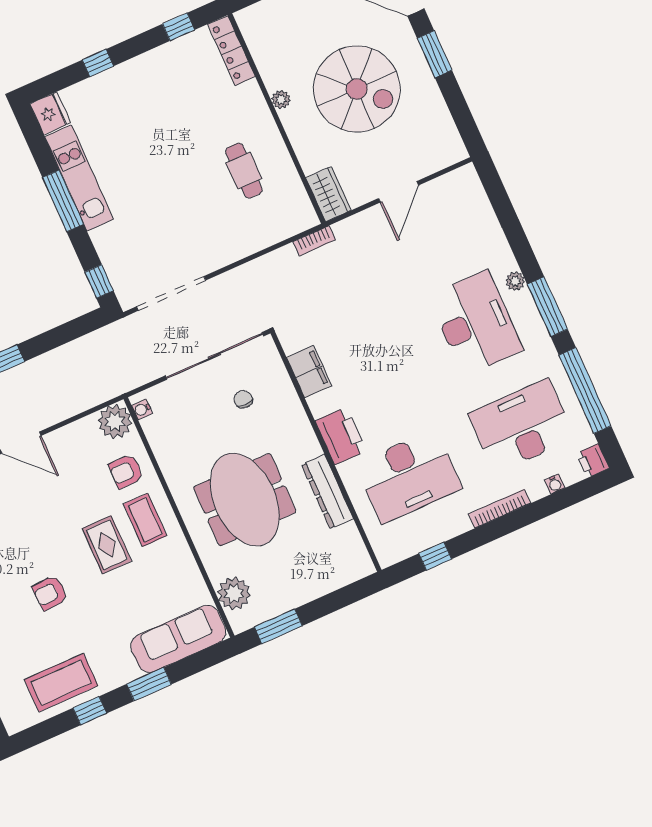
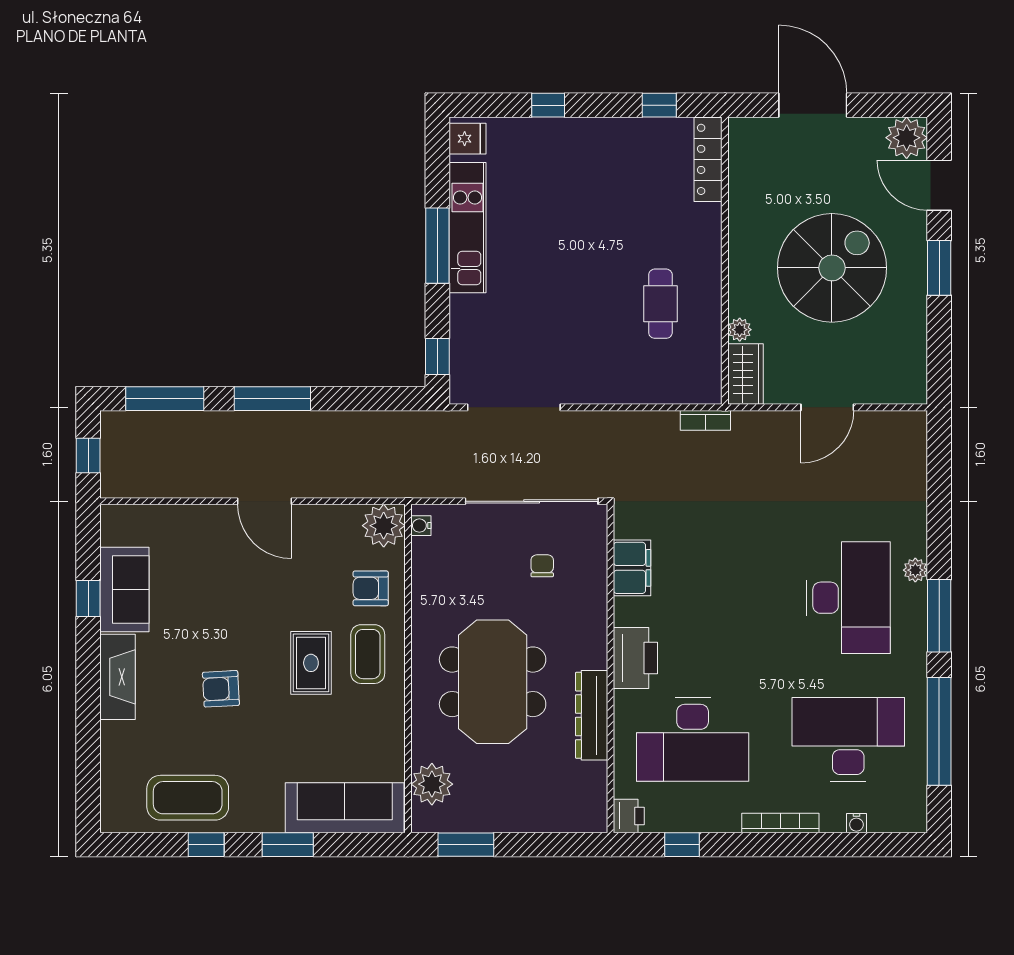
spiral stairs: (357, 89) -> (832, 268), turned -90
plant: (281, 100) -> (740, 330), moved
fridge: (50, 113) -> (467, 139), width x0.72
printer: (593, 461) -> (629, 816), moved, turned 180

